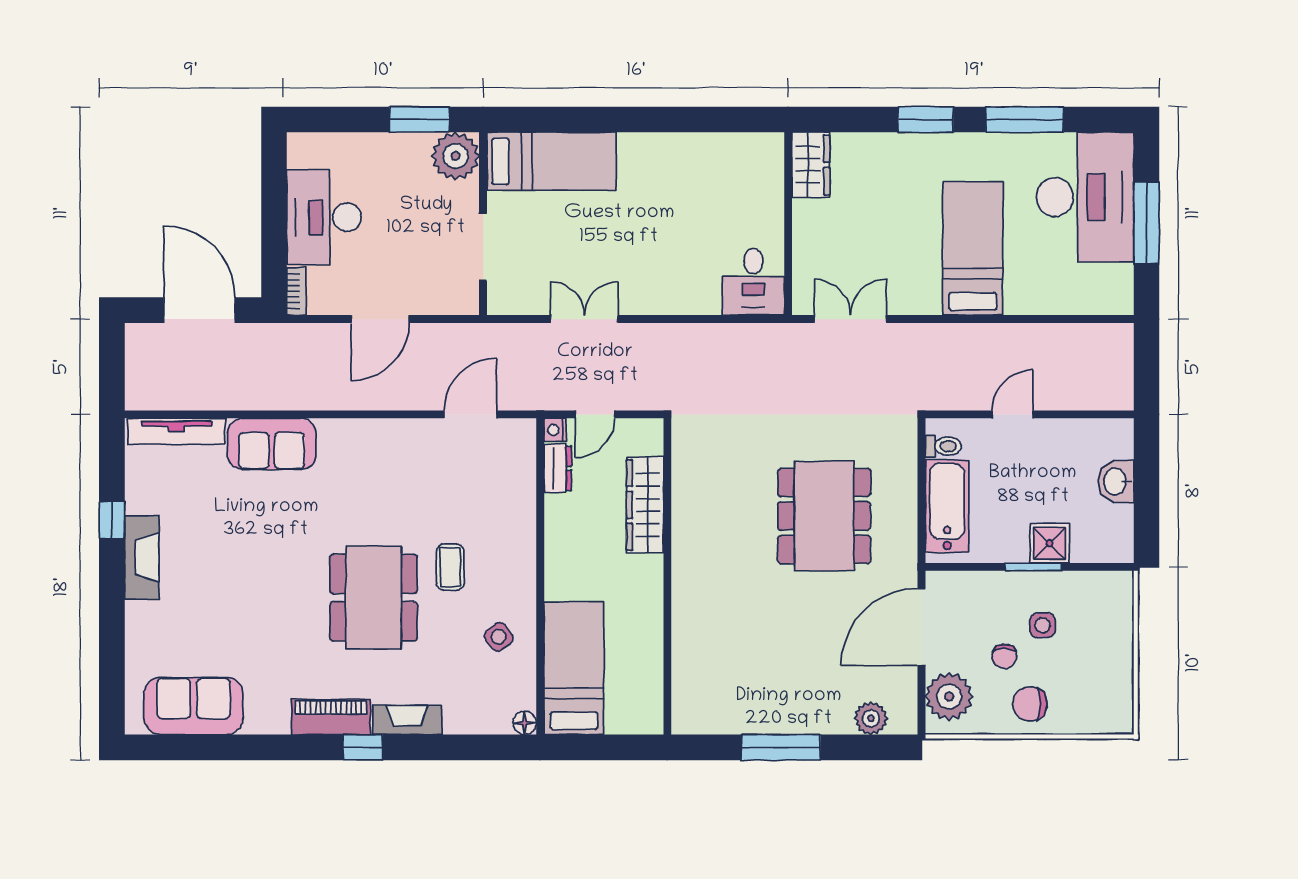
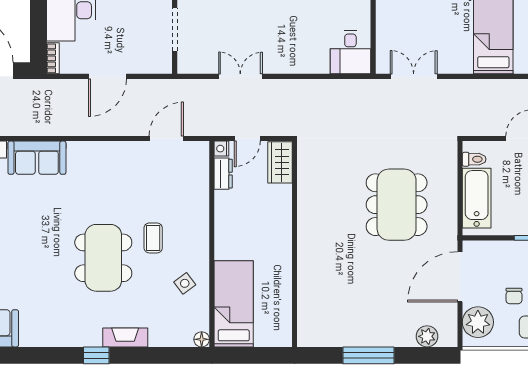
wardrobe: (645, 505) -> (280, 162), moved, width x0.67
piano: (331, 717) -> (75, 336), removed

